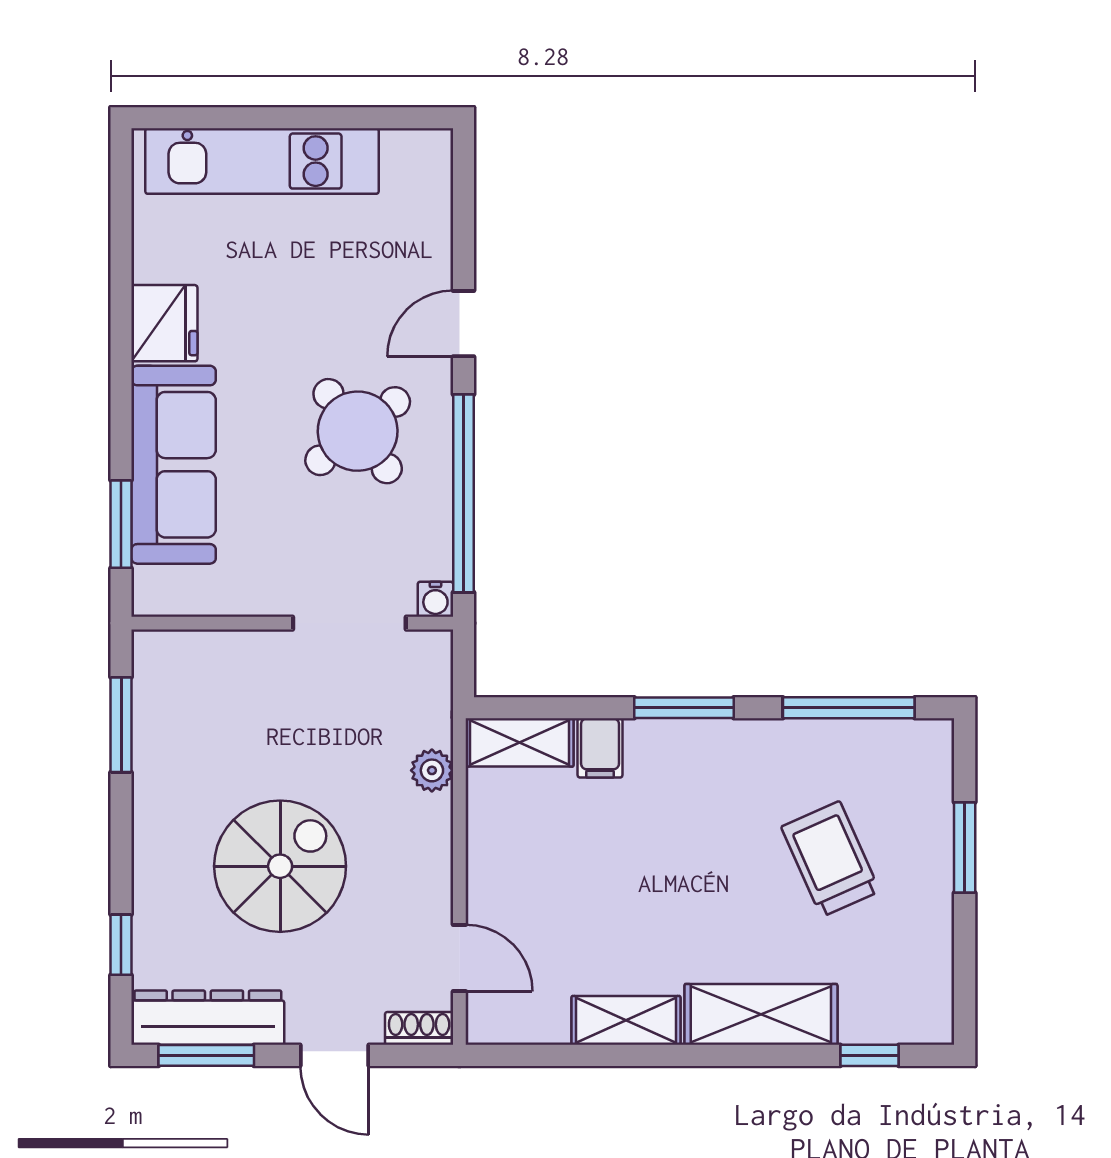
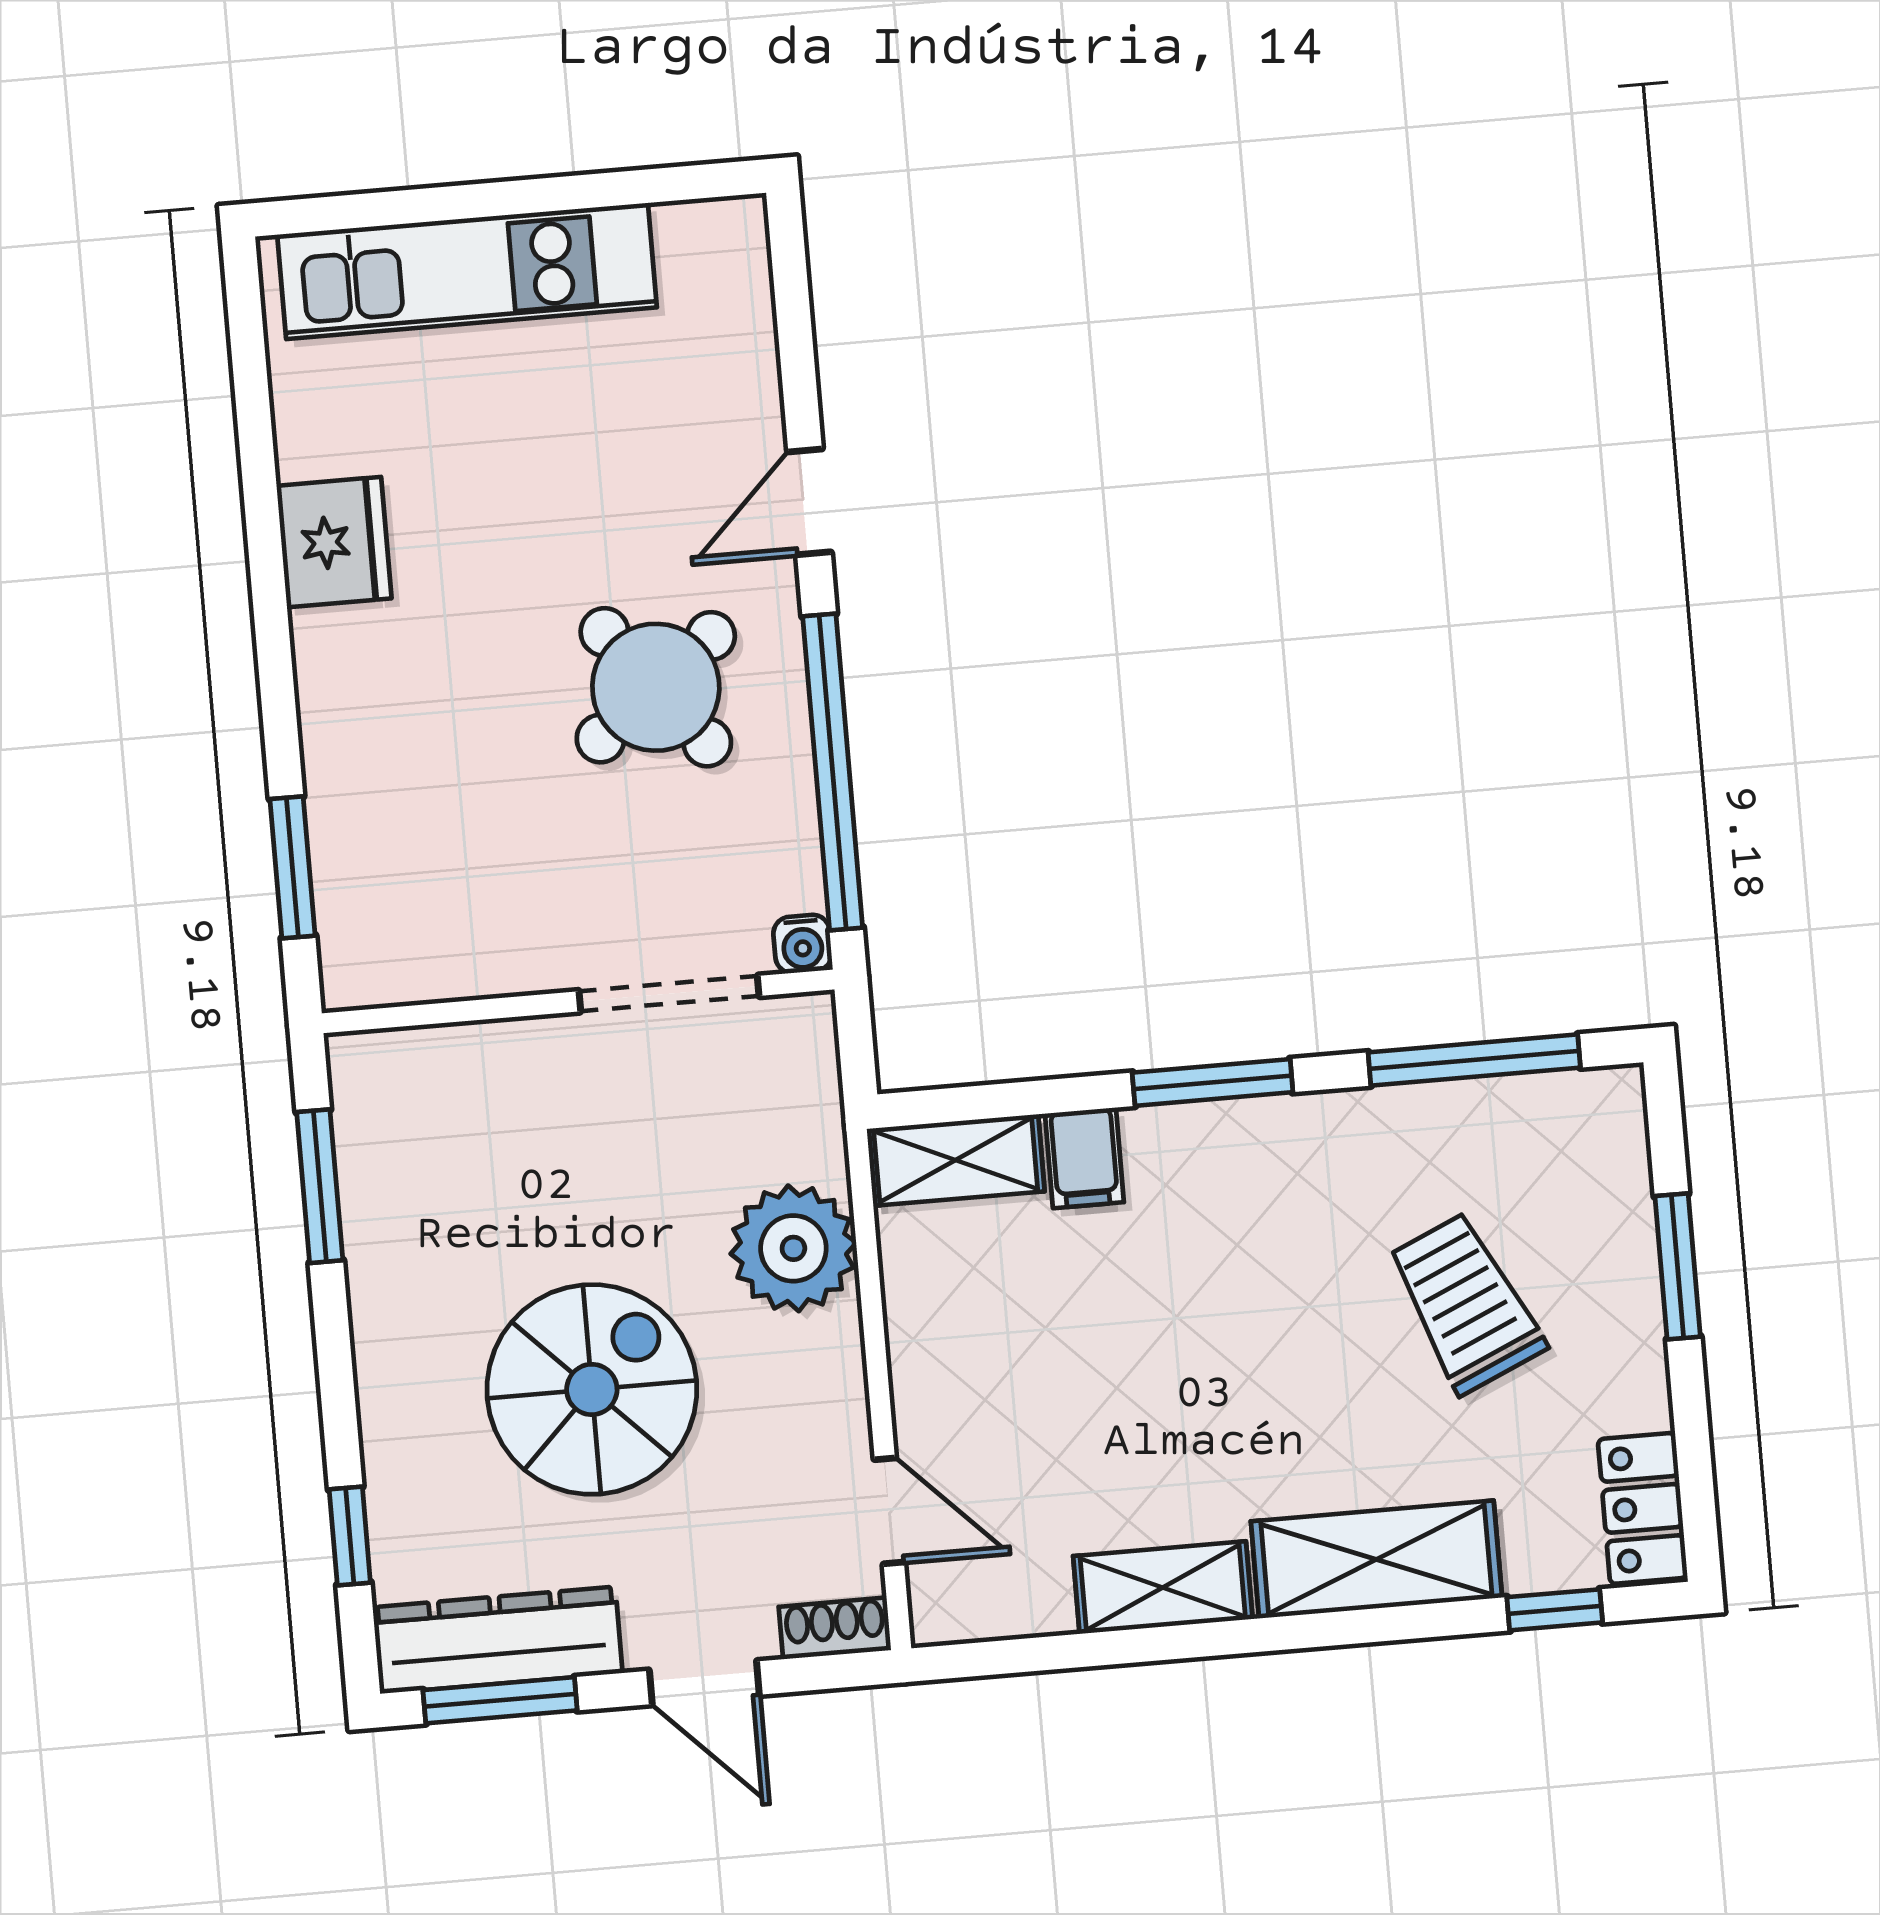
sofa: (174, 465) -> (368, 766), removed
plant: (432, 770) -> (793, 1248), width x1.88, depth x1.88
locker: (930, 997) -> (1643, 1508), added

